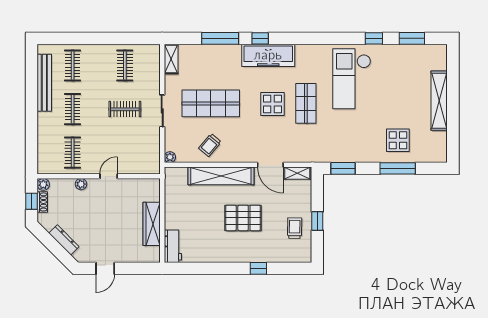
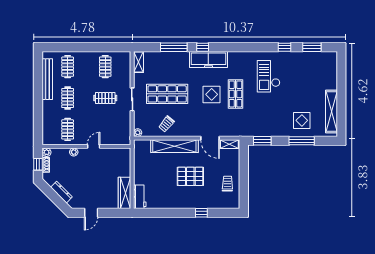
checkout: (352, 79) -> (269, 76), width x0.73, depth x0.83
shelving: (439, 101) -> (331, 112), moved
window: (317, 221) -> (244, 179), removed
wardrobe: (152, 224) -> (125, 193), moved

